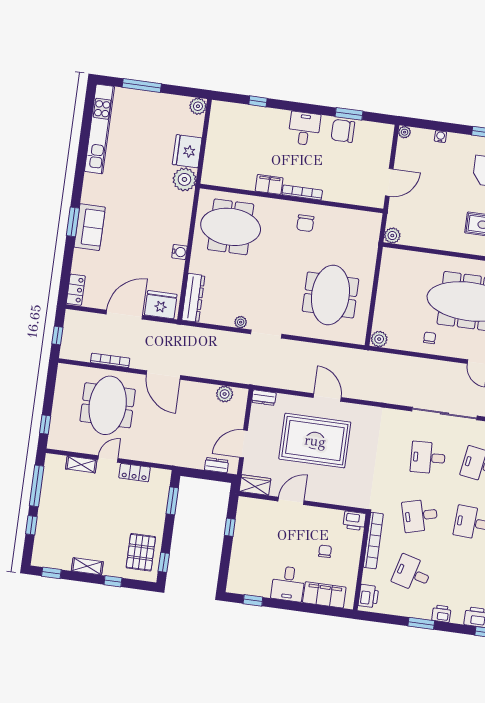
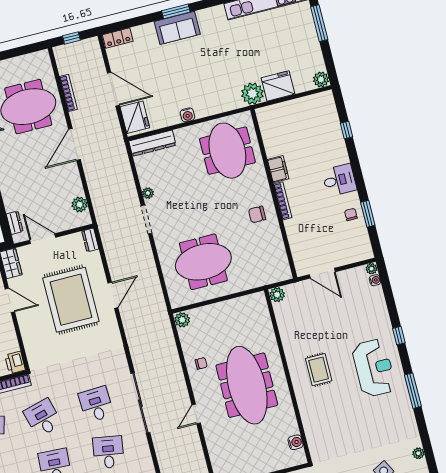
chair: (343, 131) -> (351, 214), width x0.54, depth x0.54
water cooler: (440, 137) -> (375, 280), moved

